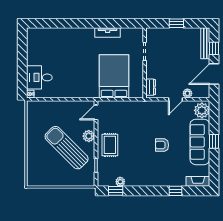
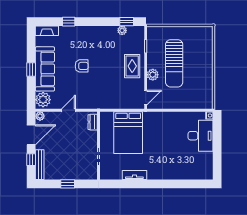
desk: (39, 77) -> (201, 136), width x1.37
plant: (187, 93) -> (40, 116), moved
sun lounger: (67, 148) -> (174, 63), turned 45

